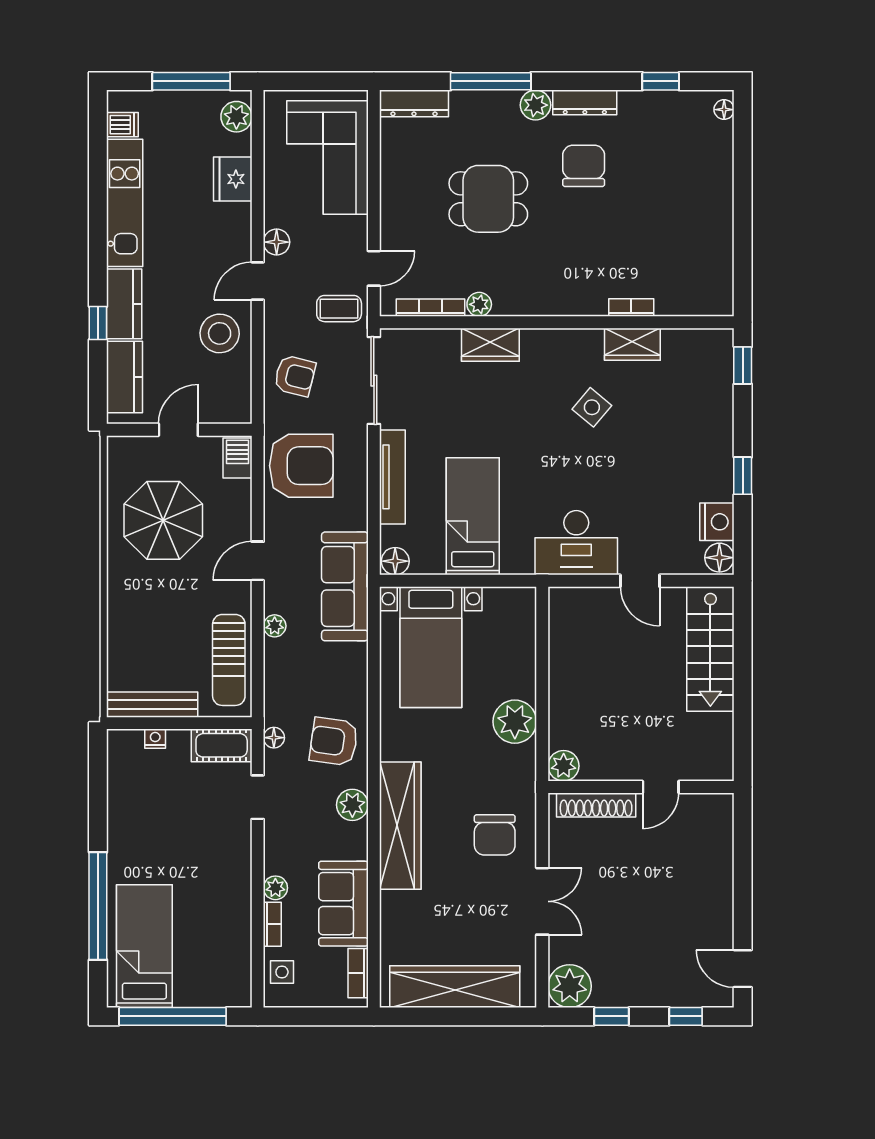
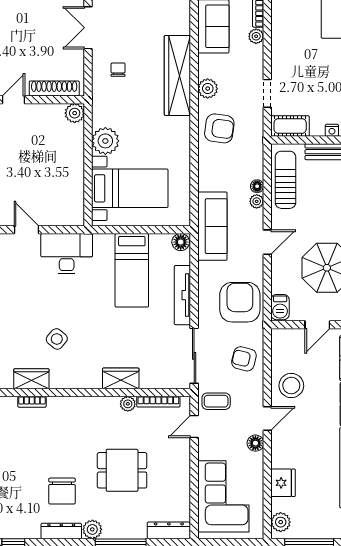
armchair: (301, 466) -> (240, 302), turned 90
bed with nightstands: (431, 647) -> (130, 188), moved, turned 90
floor lamp: (274, 738) -> (257, 186), moved
chair: (495, 835) -> (118, 70), width x0.54, depth x0.54

